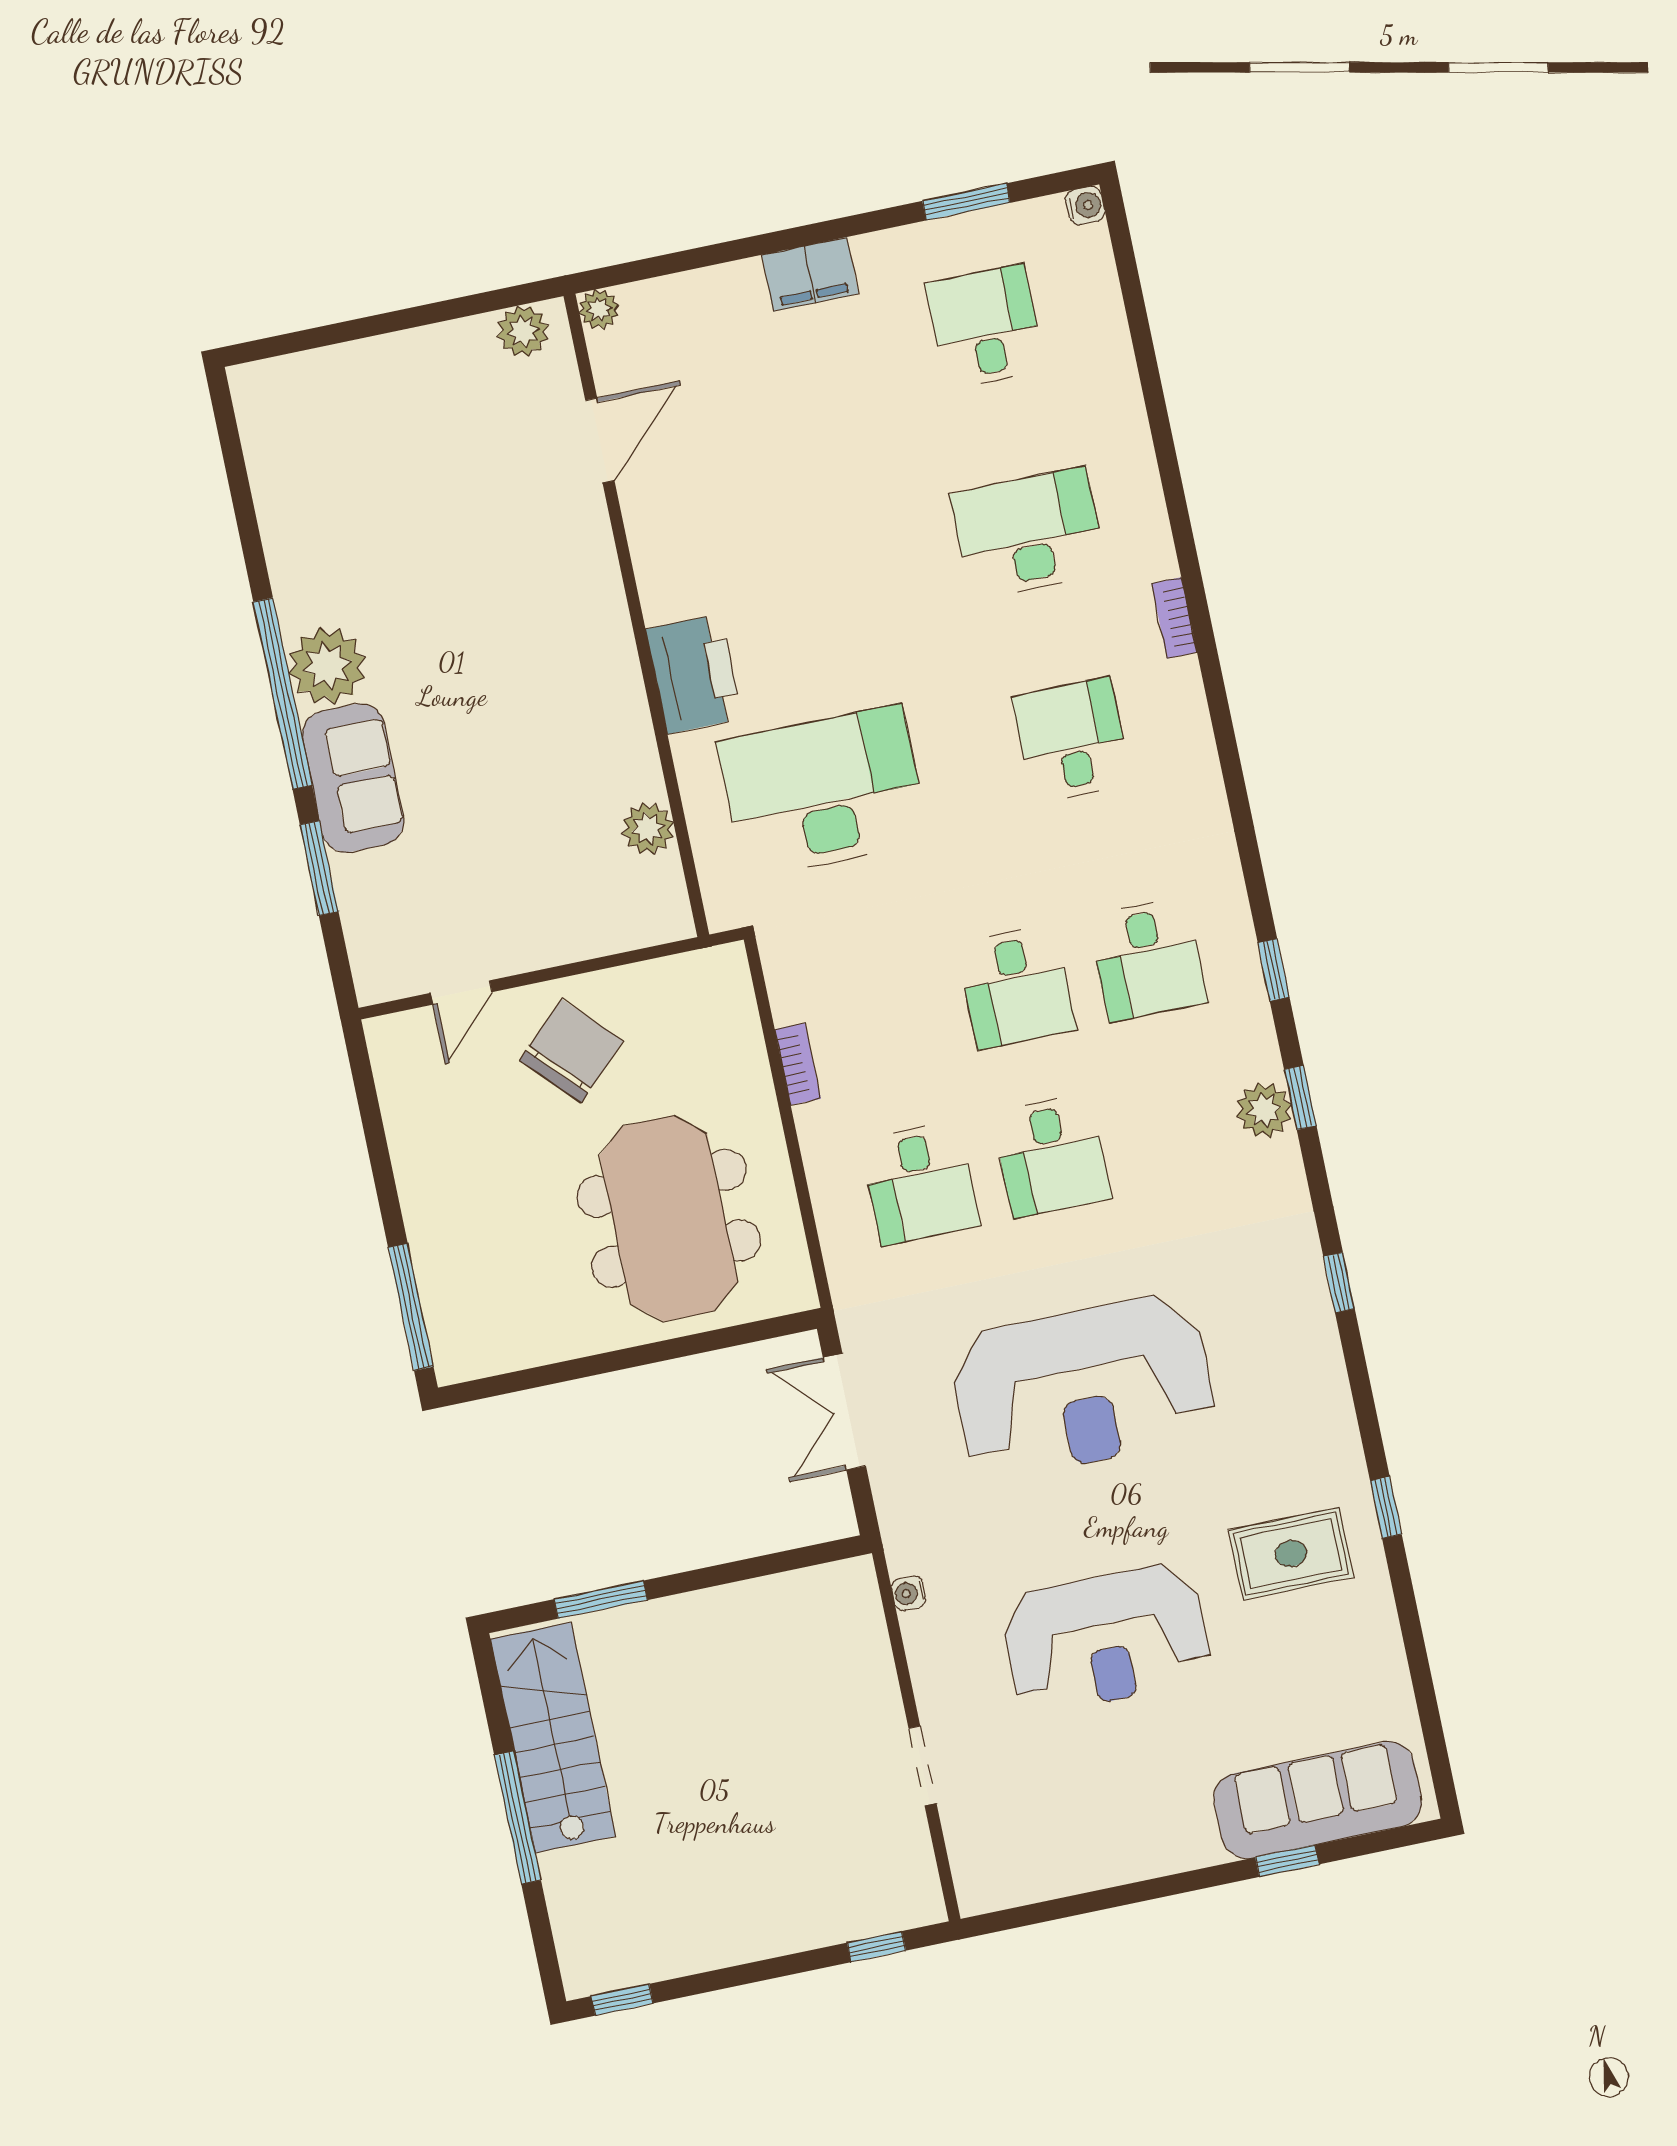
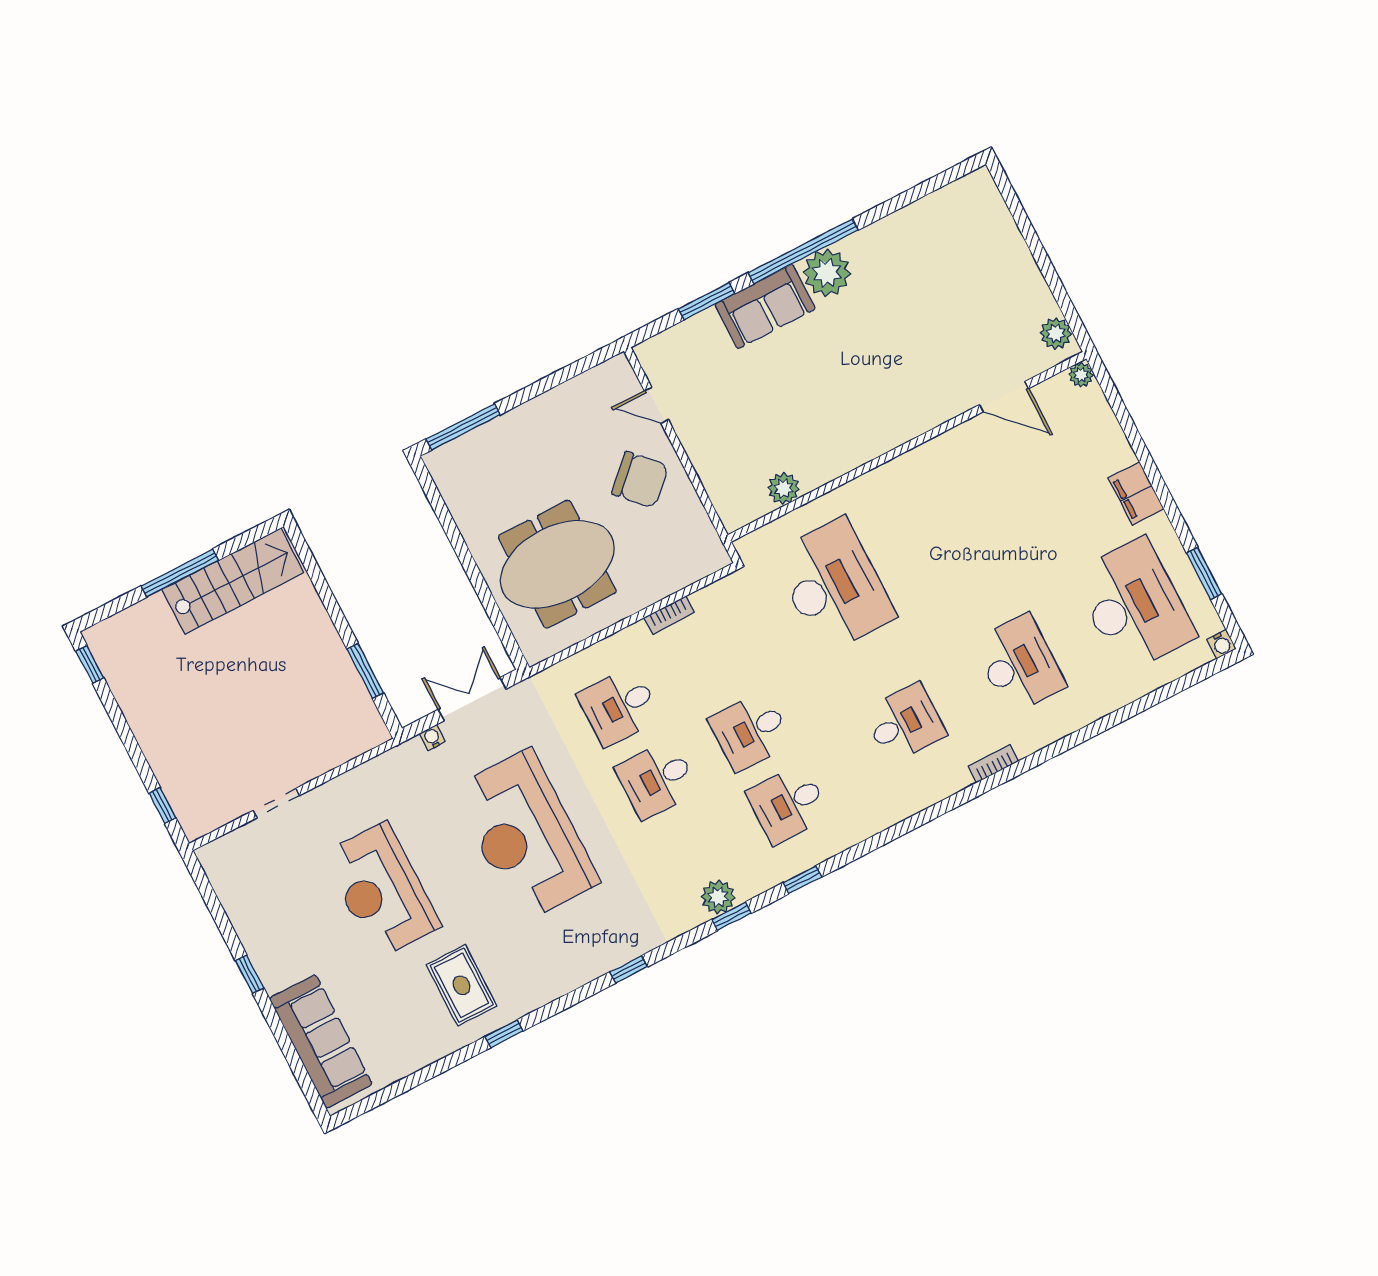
desk: (985, 327) -> (1134, 605), width x1.87, depth x1.30
printer: (694, 674) -> (882, 490), removed
water cooler: (909, 1593) -> (432, 738), moved
window: (601, 1600) -> (365, 671), moved
window: (1287, 1861) -> (250, 974), moved

